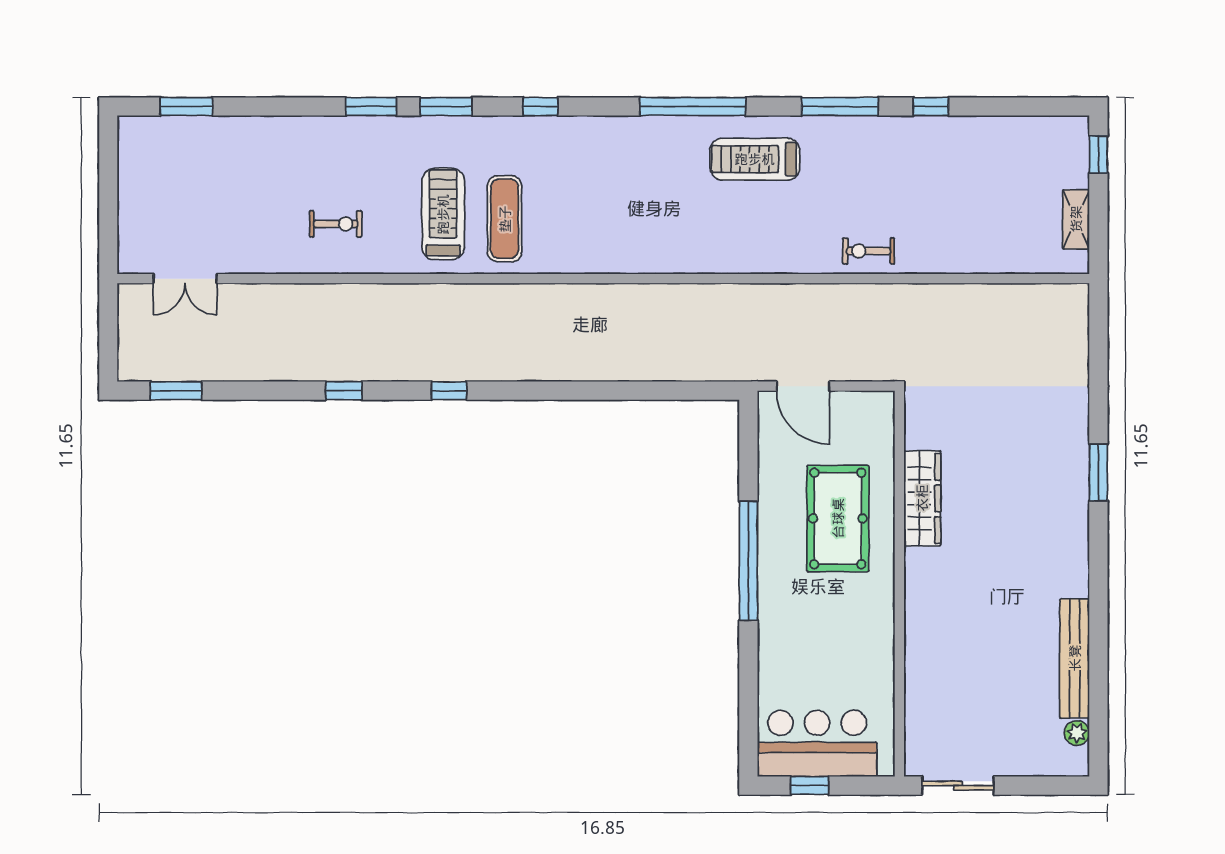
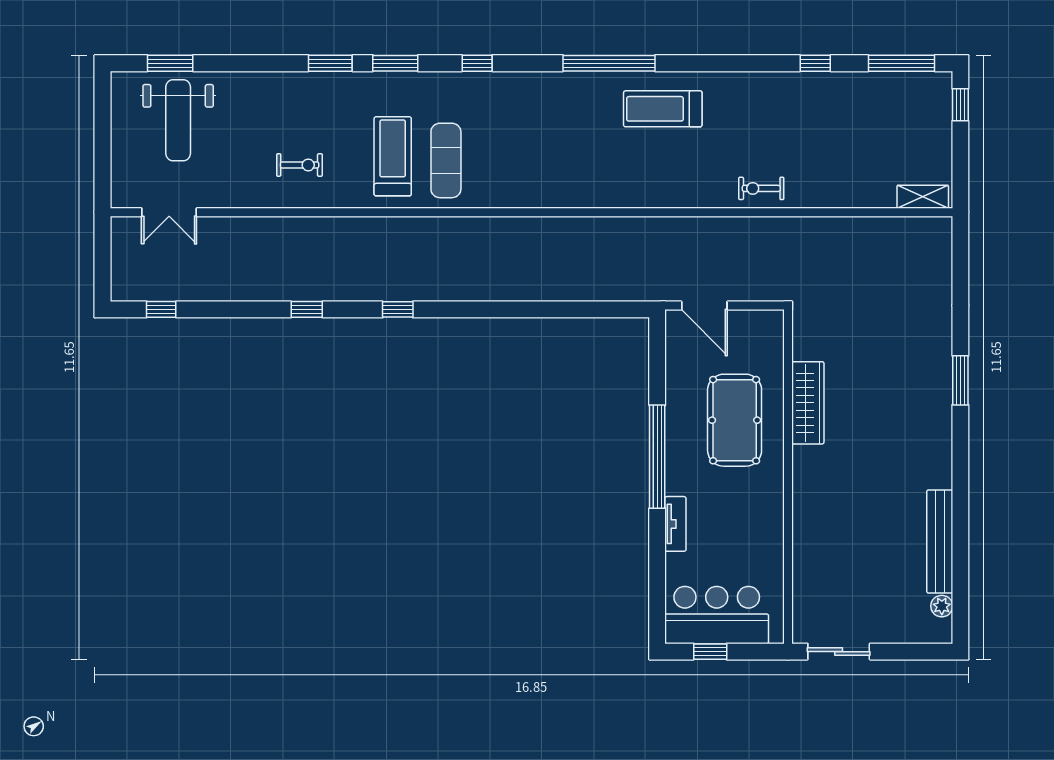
window: (840, 107) -> (901, 63), moved
weight bench: (195, 172) -> (178, 120), added
shelving: (1076, 219) -> (923, 197), moved, turned 90
window: (176, 391) -> (161, 309), width x0.67
tv unit: (769, 638) -> (675, 524), added

